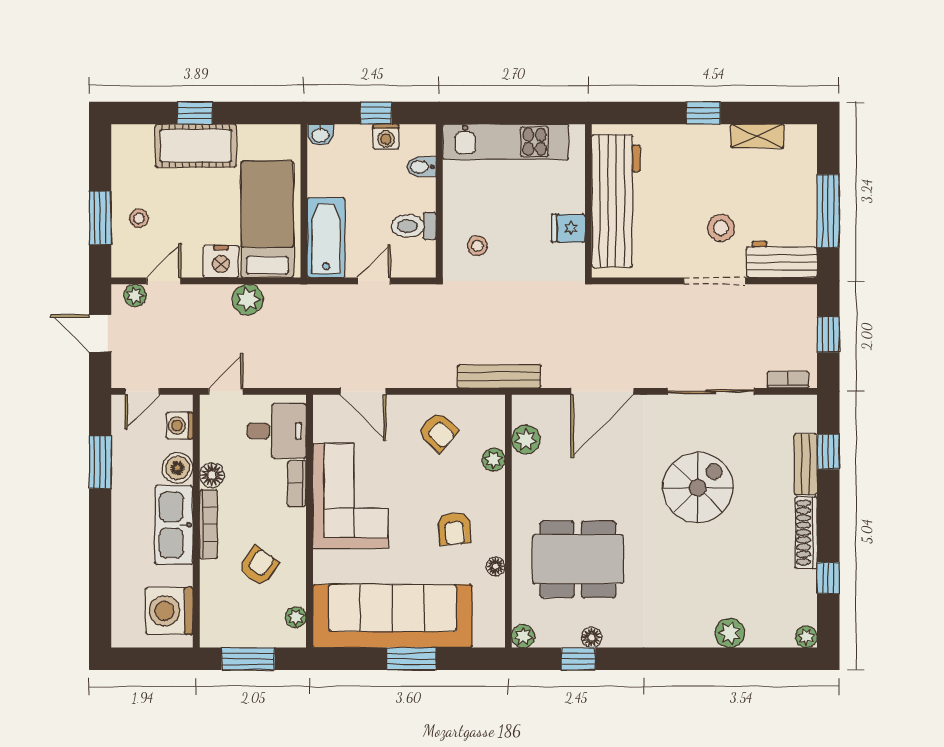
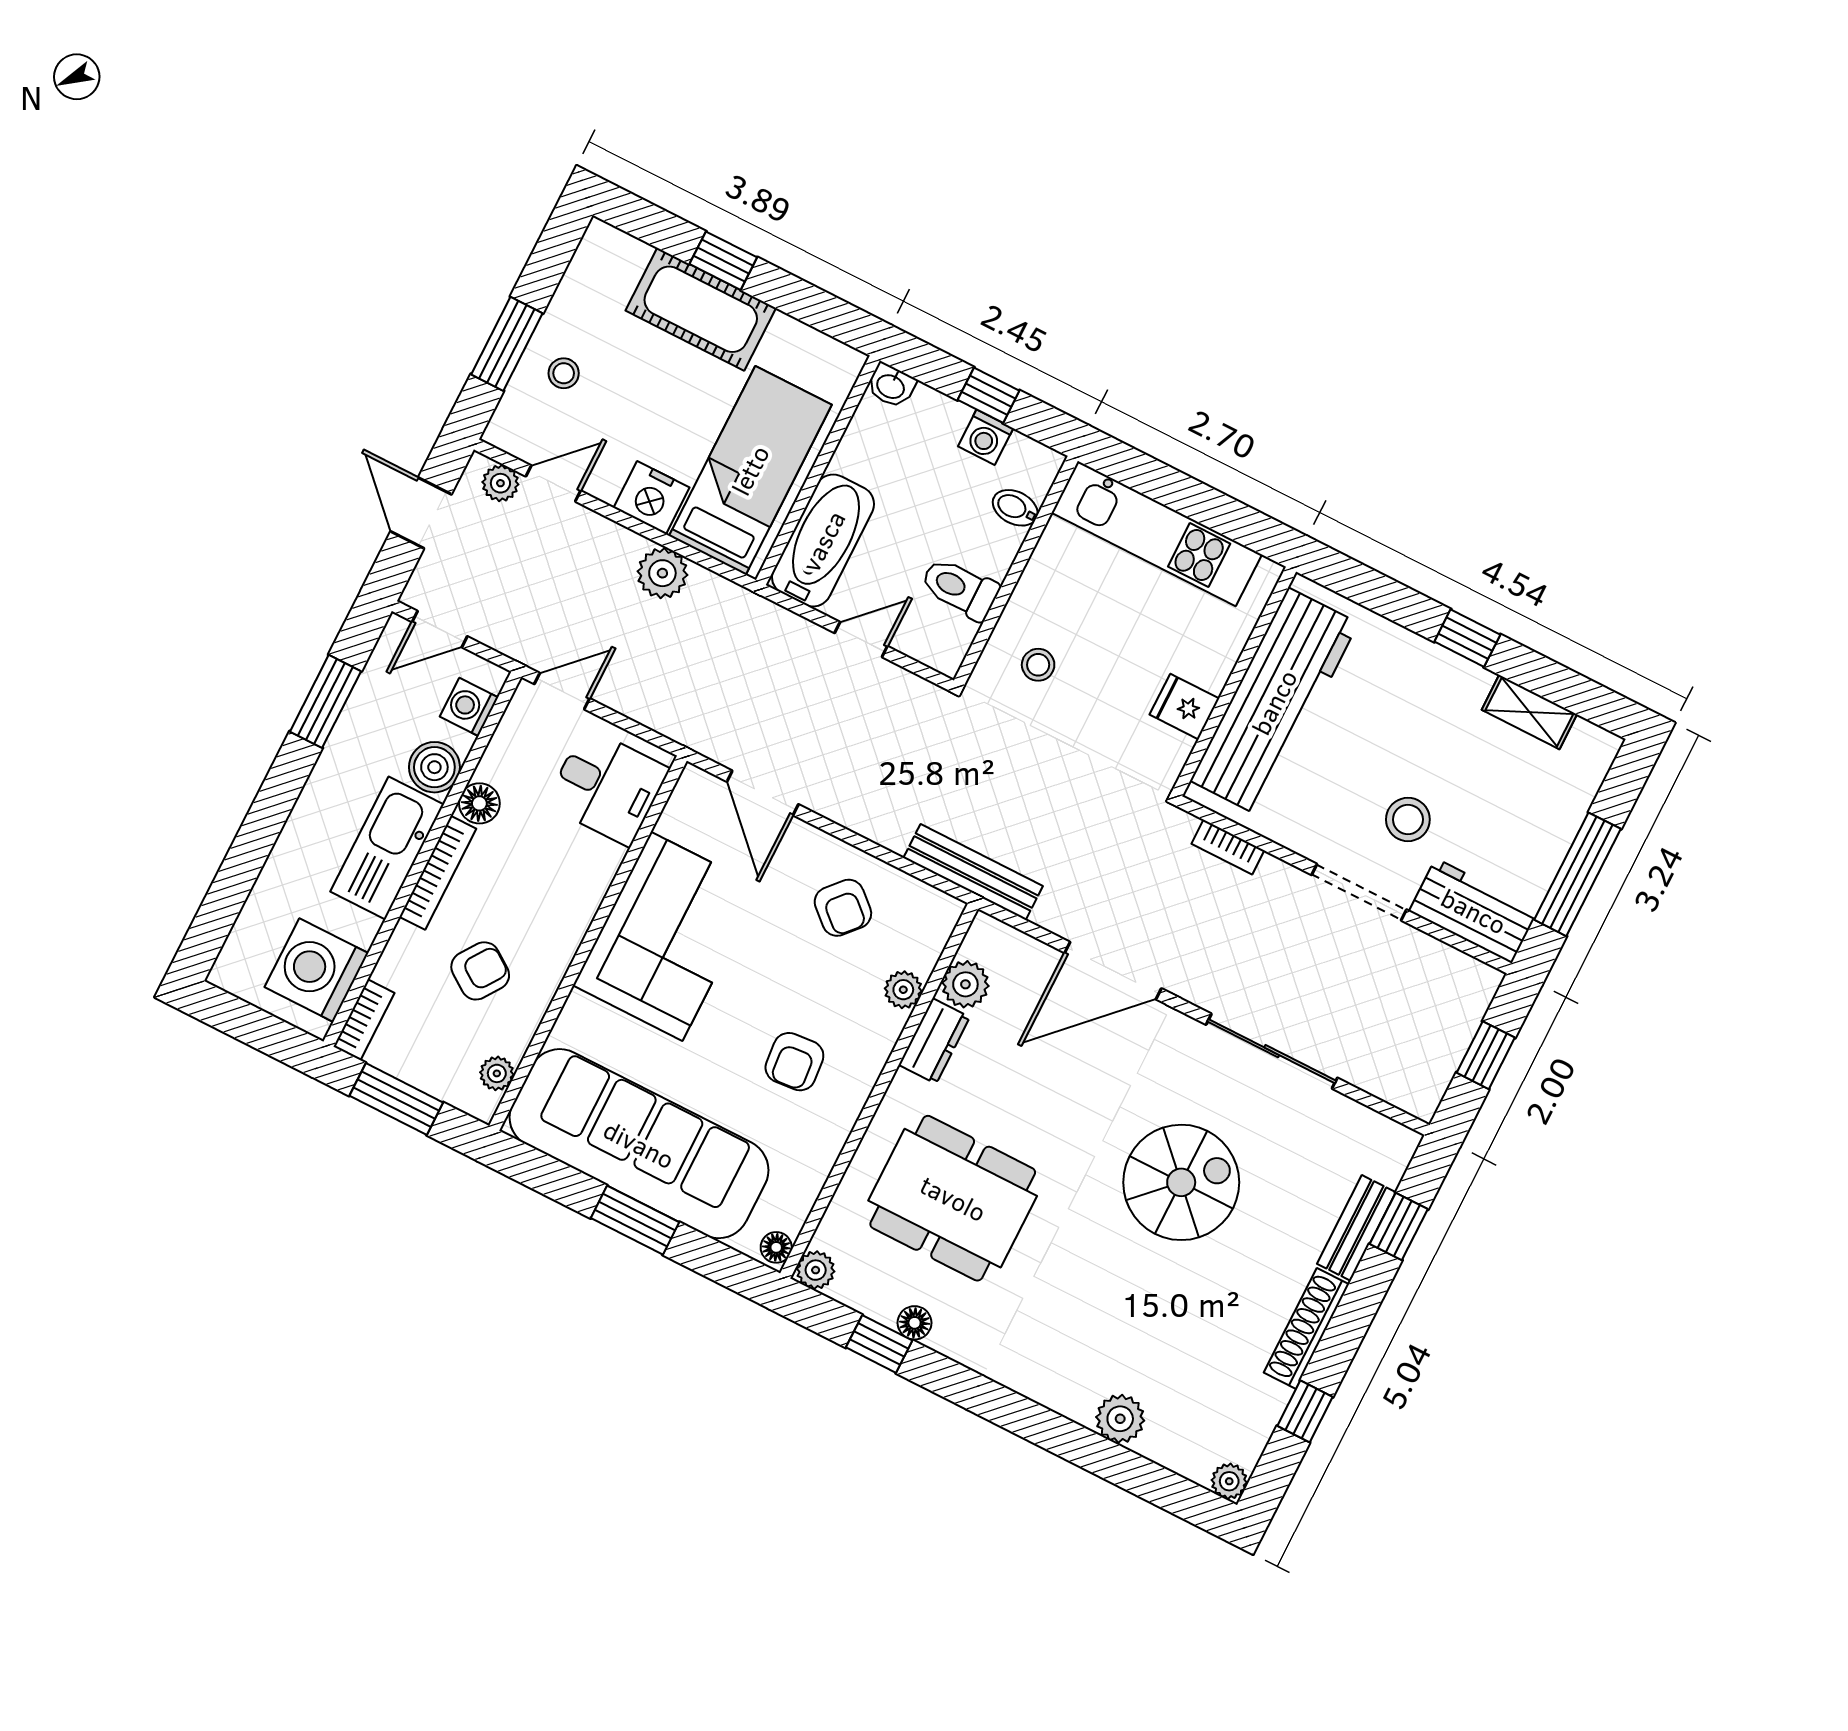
bookcase: (788, 380) -> (1228, 847), moved, turned 180
dresser: (525, 479) -> (934, 1041), added
bookcase: (297, 483) -> (364, 1020), moved, turned 180
floor lamp: (496, 566) -> (776, 1247), moved

